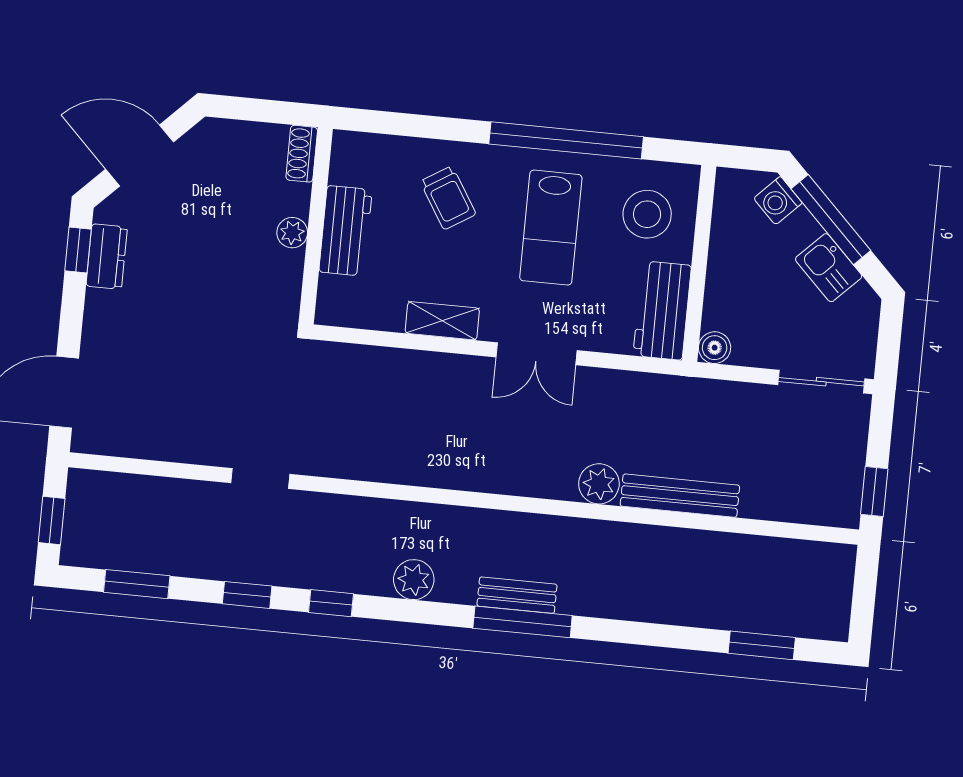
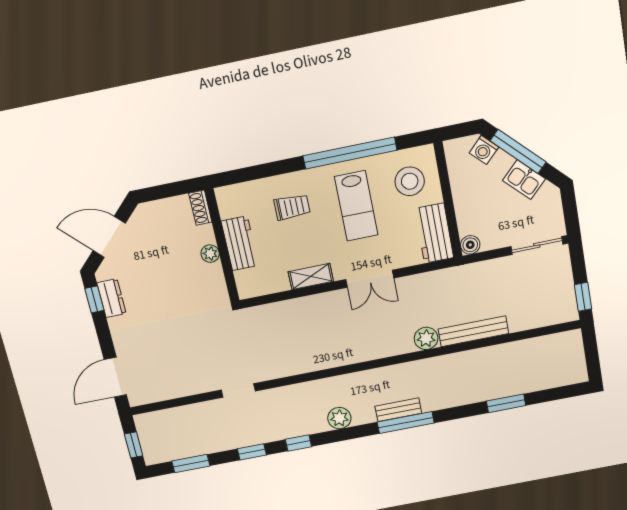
trolley: (448, 198) -> (292, 207), turned -58
window: (762, 645) -> (506, 403), moved

